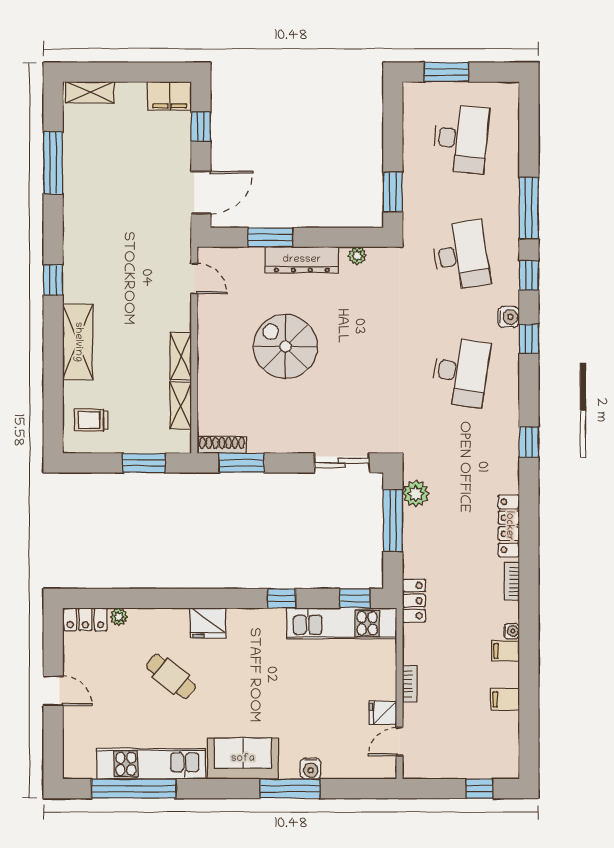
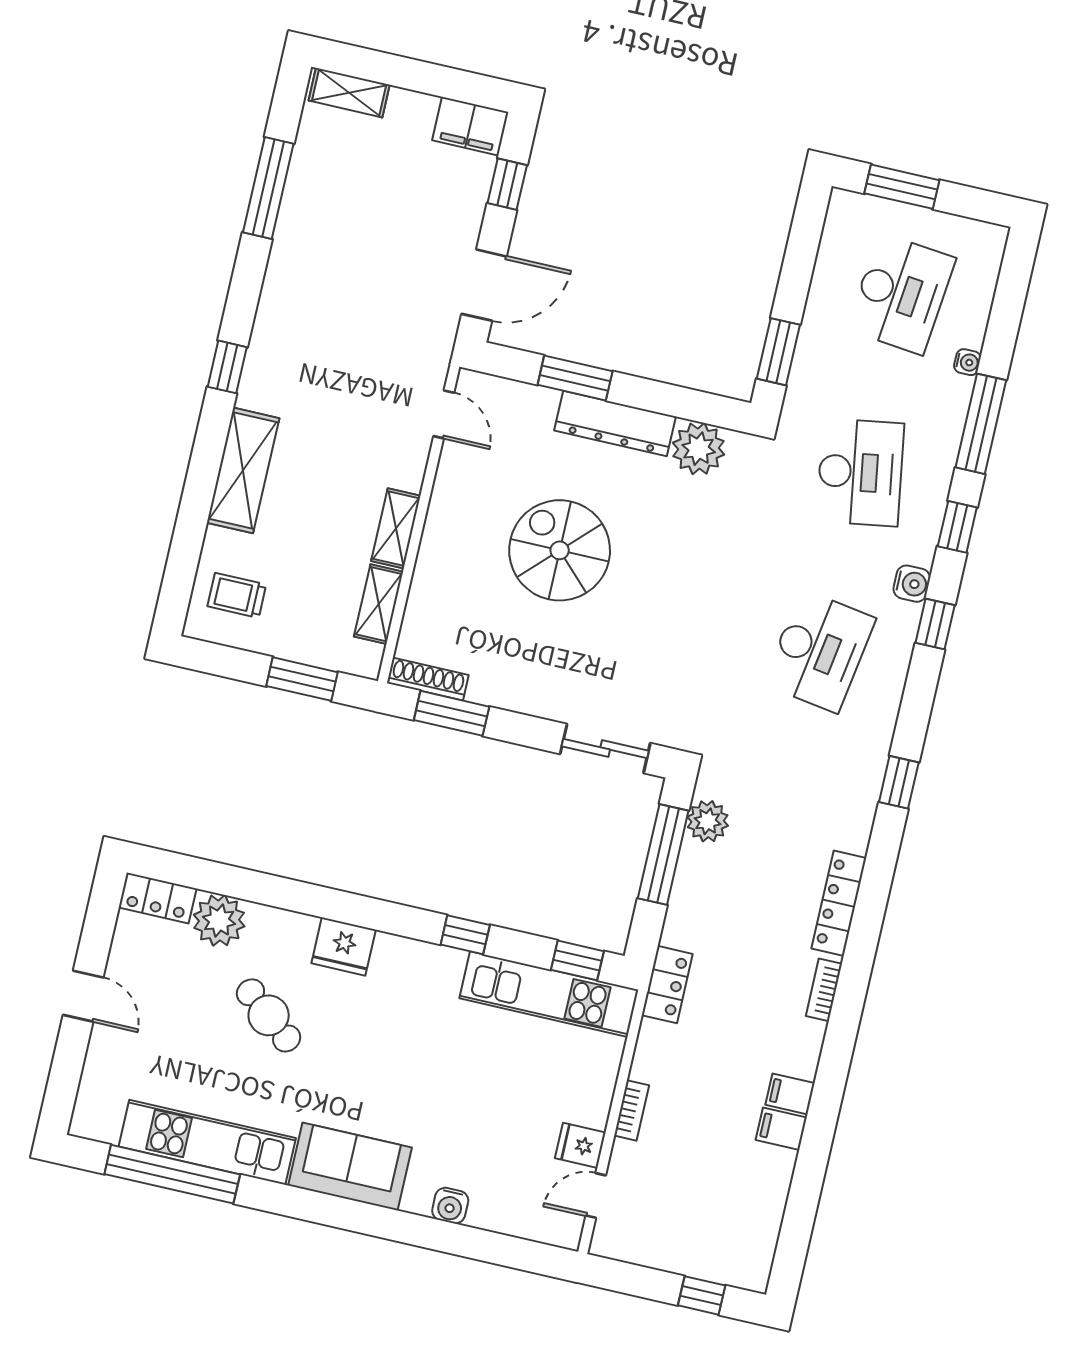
plant: (357, 256) -> (699, 449), width x1.87, depth x1.87
plant: (119, 617) -> (219, 920), width x1.87, depth x1.87
water cooler: (512, 631) -> (967, 362), moved
filing cabinet: (505, 699) -> (781, 1129), moved
window: (290, 789) -> (412, 1229), removed

